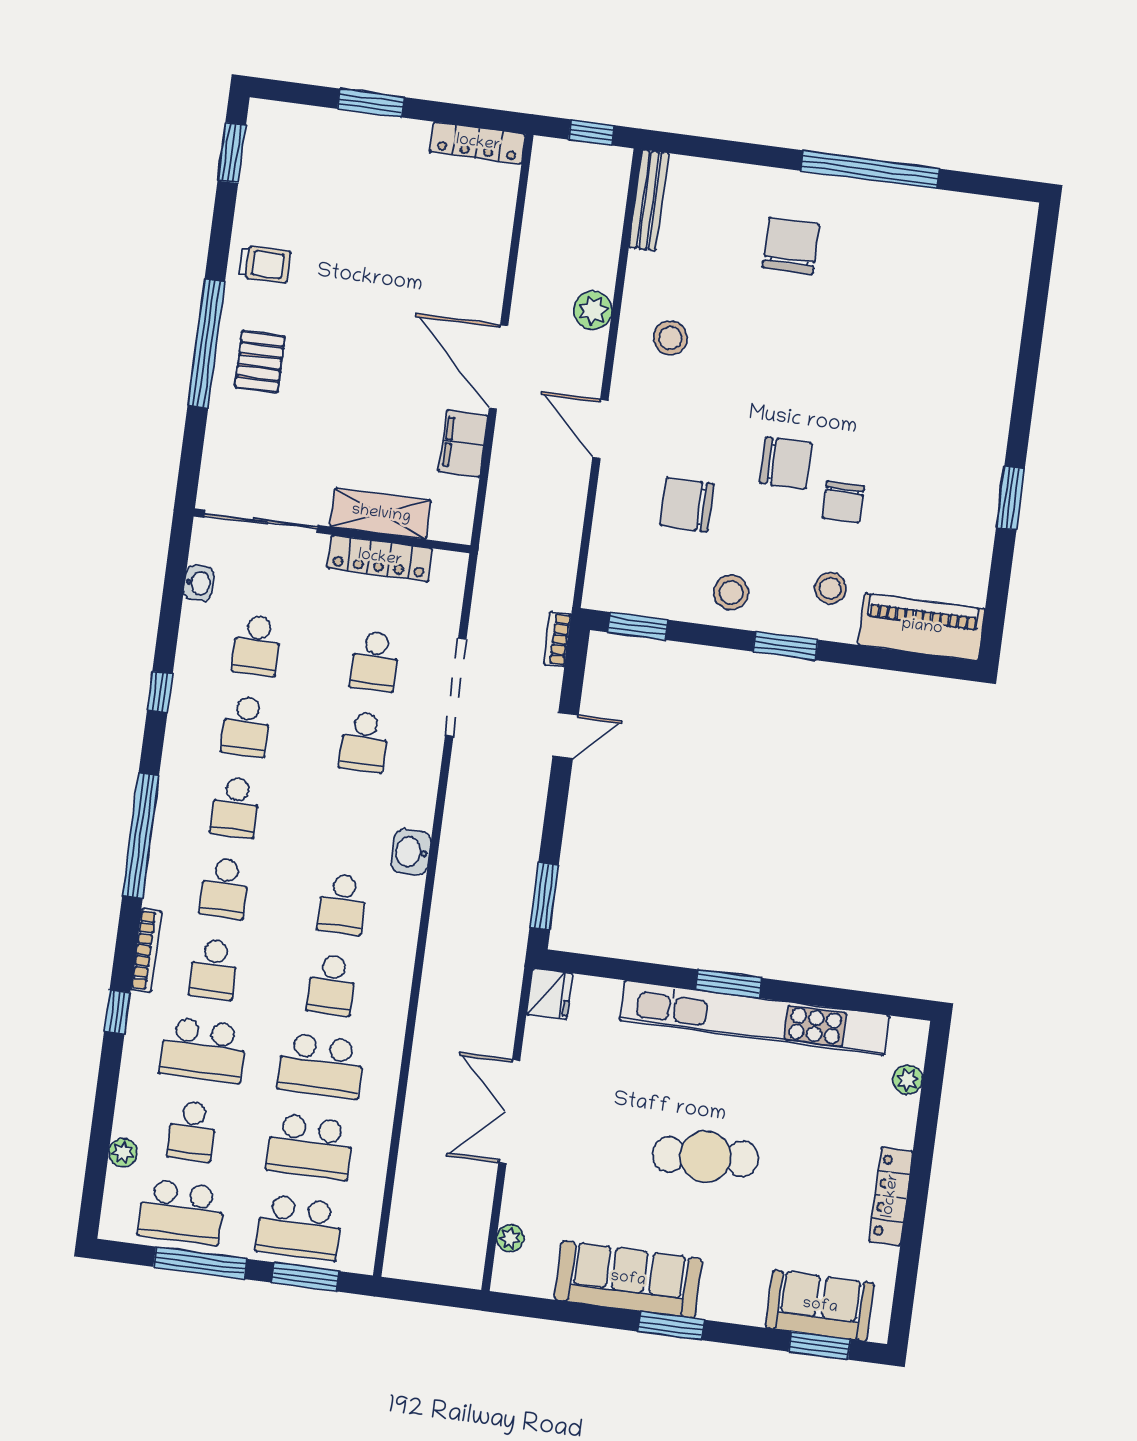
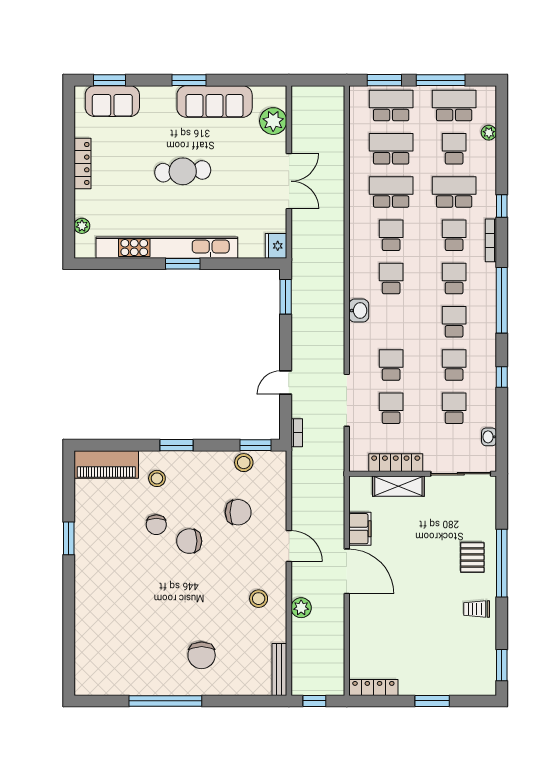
chair: (843, 502) -> (156, 525), turned 180
stool: (731, 592) -> (244, 463), moved
plant: (510, 1238) -> (273, 121), width x1.87, depth x1.87

